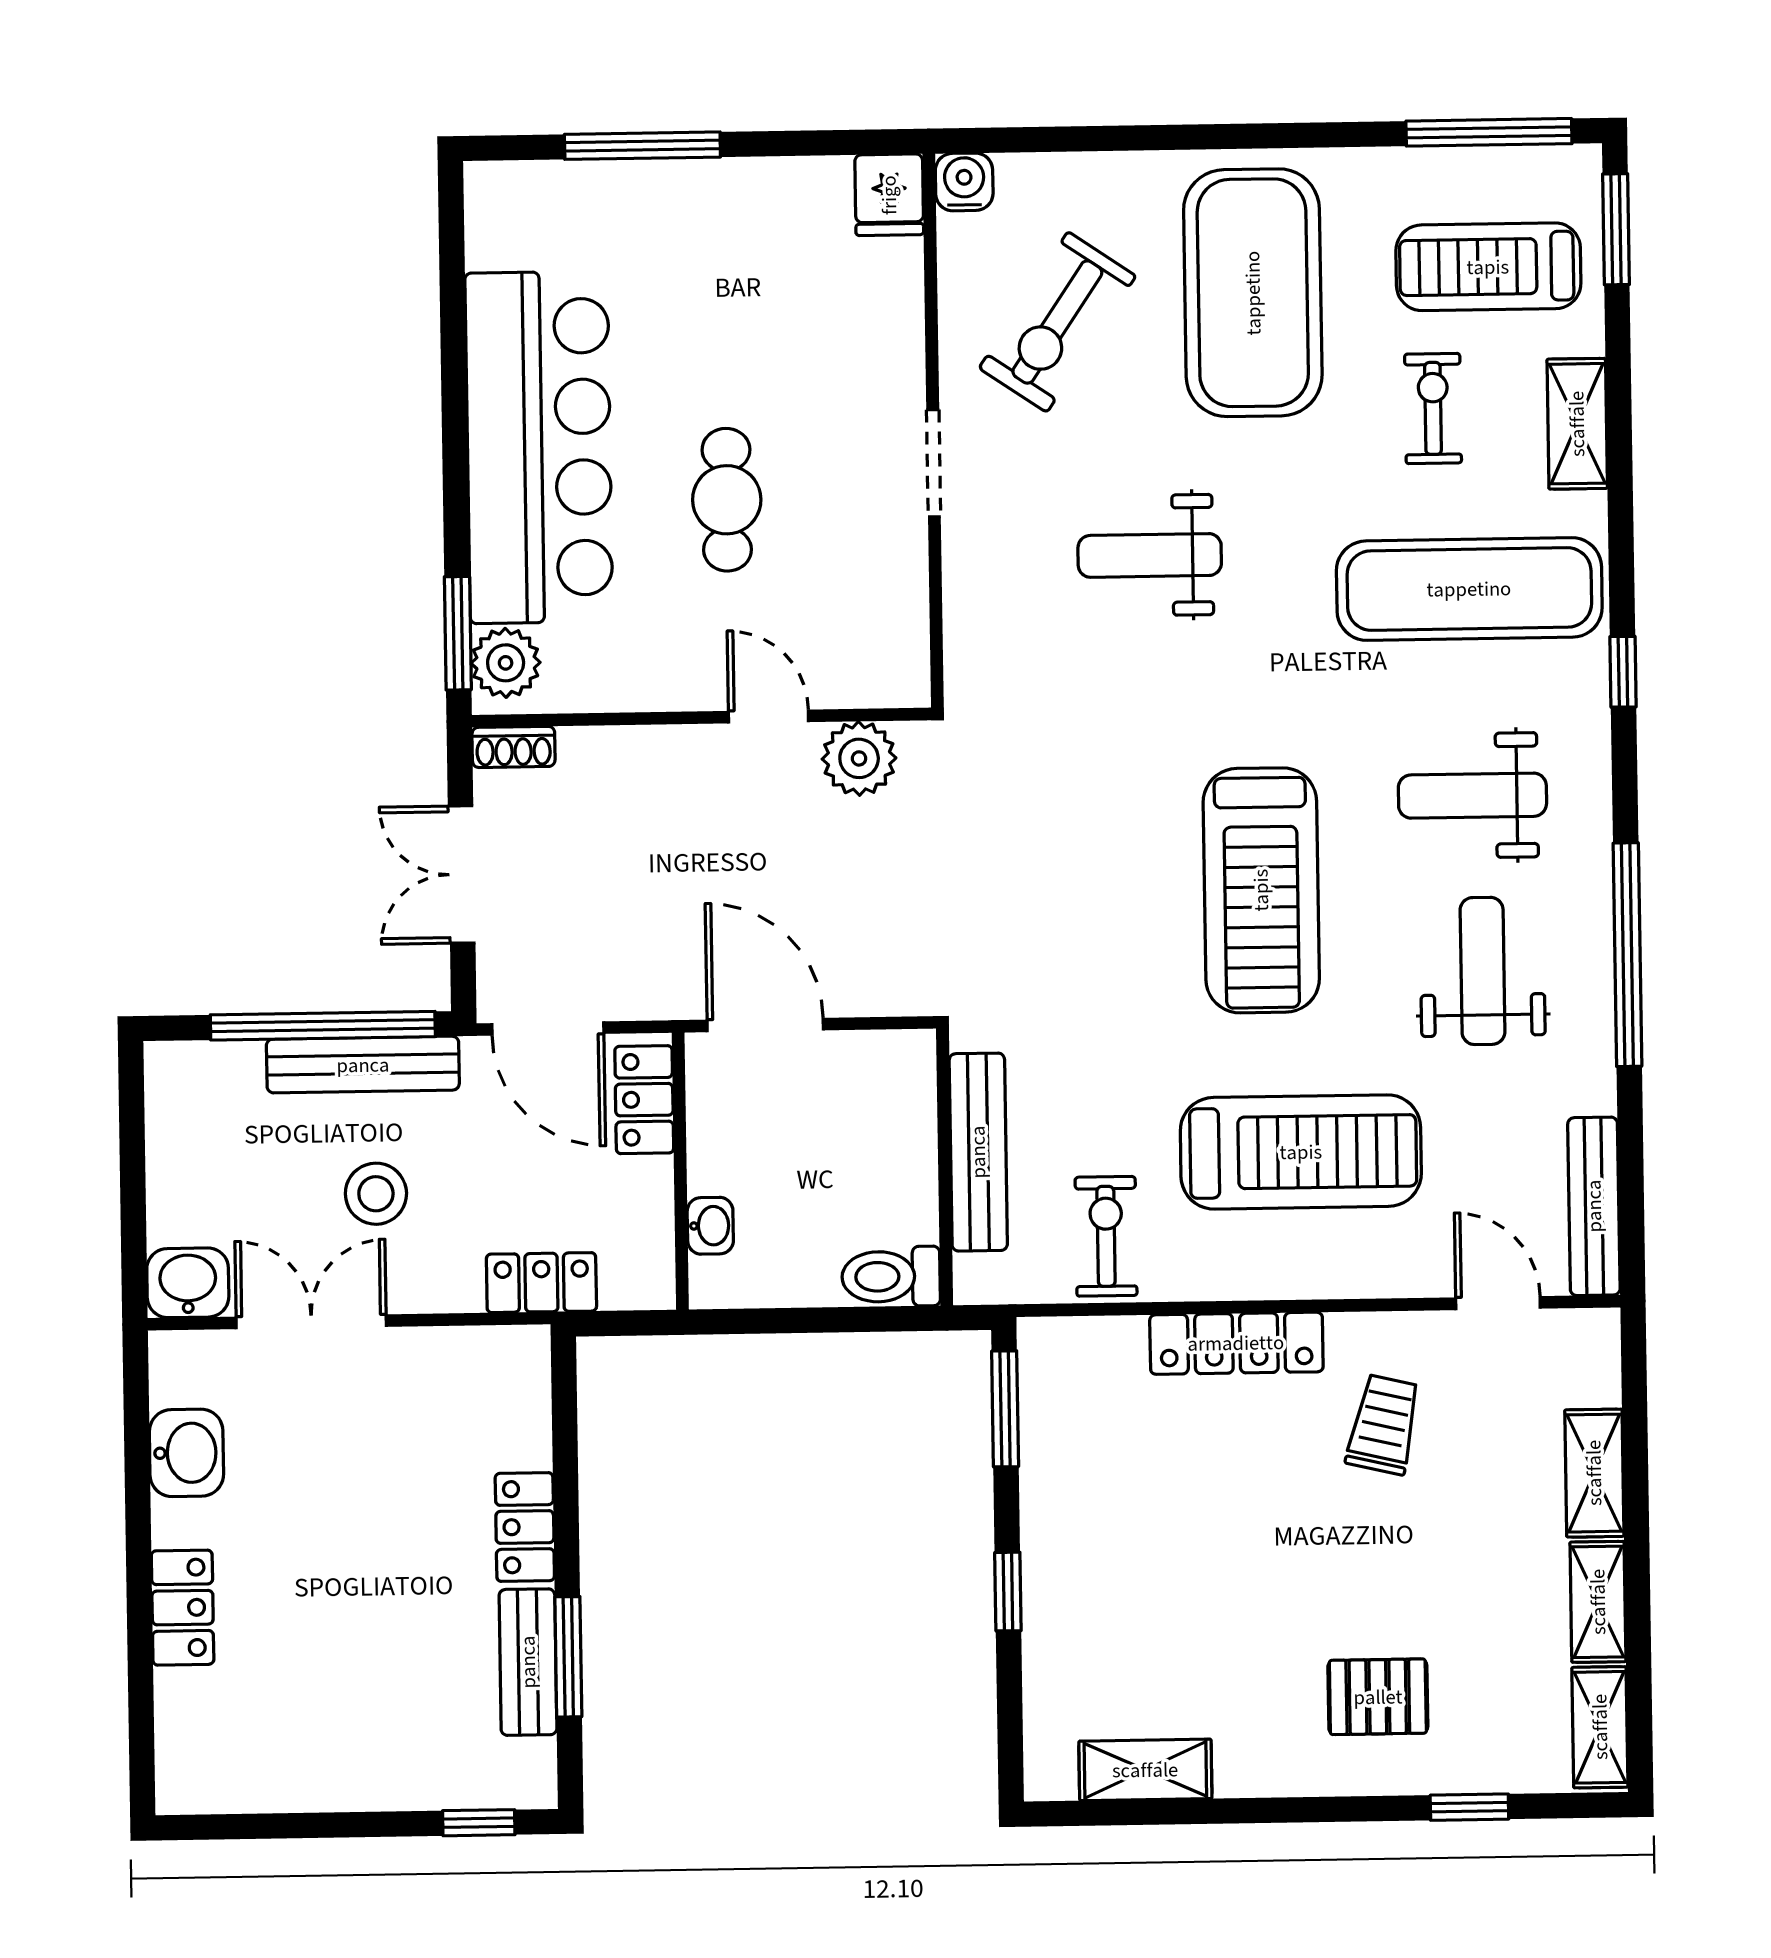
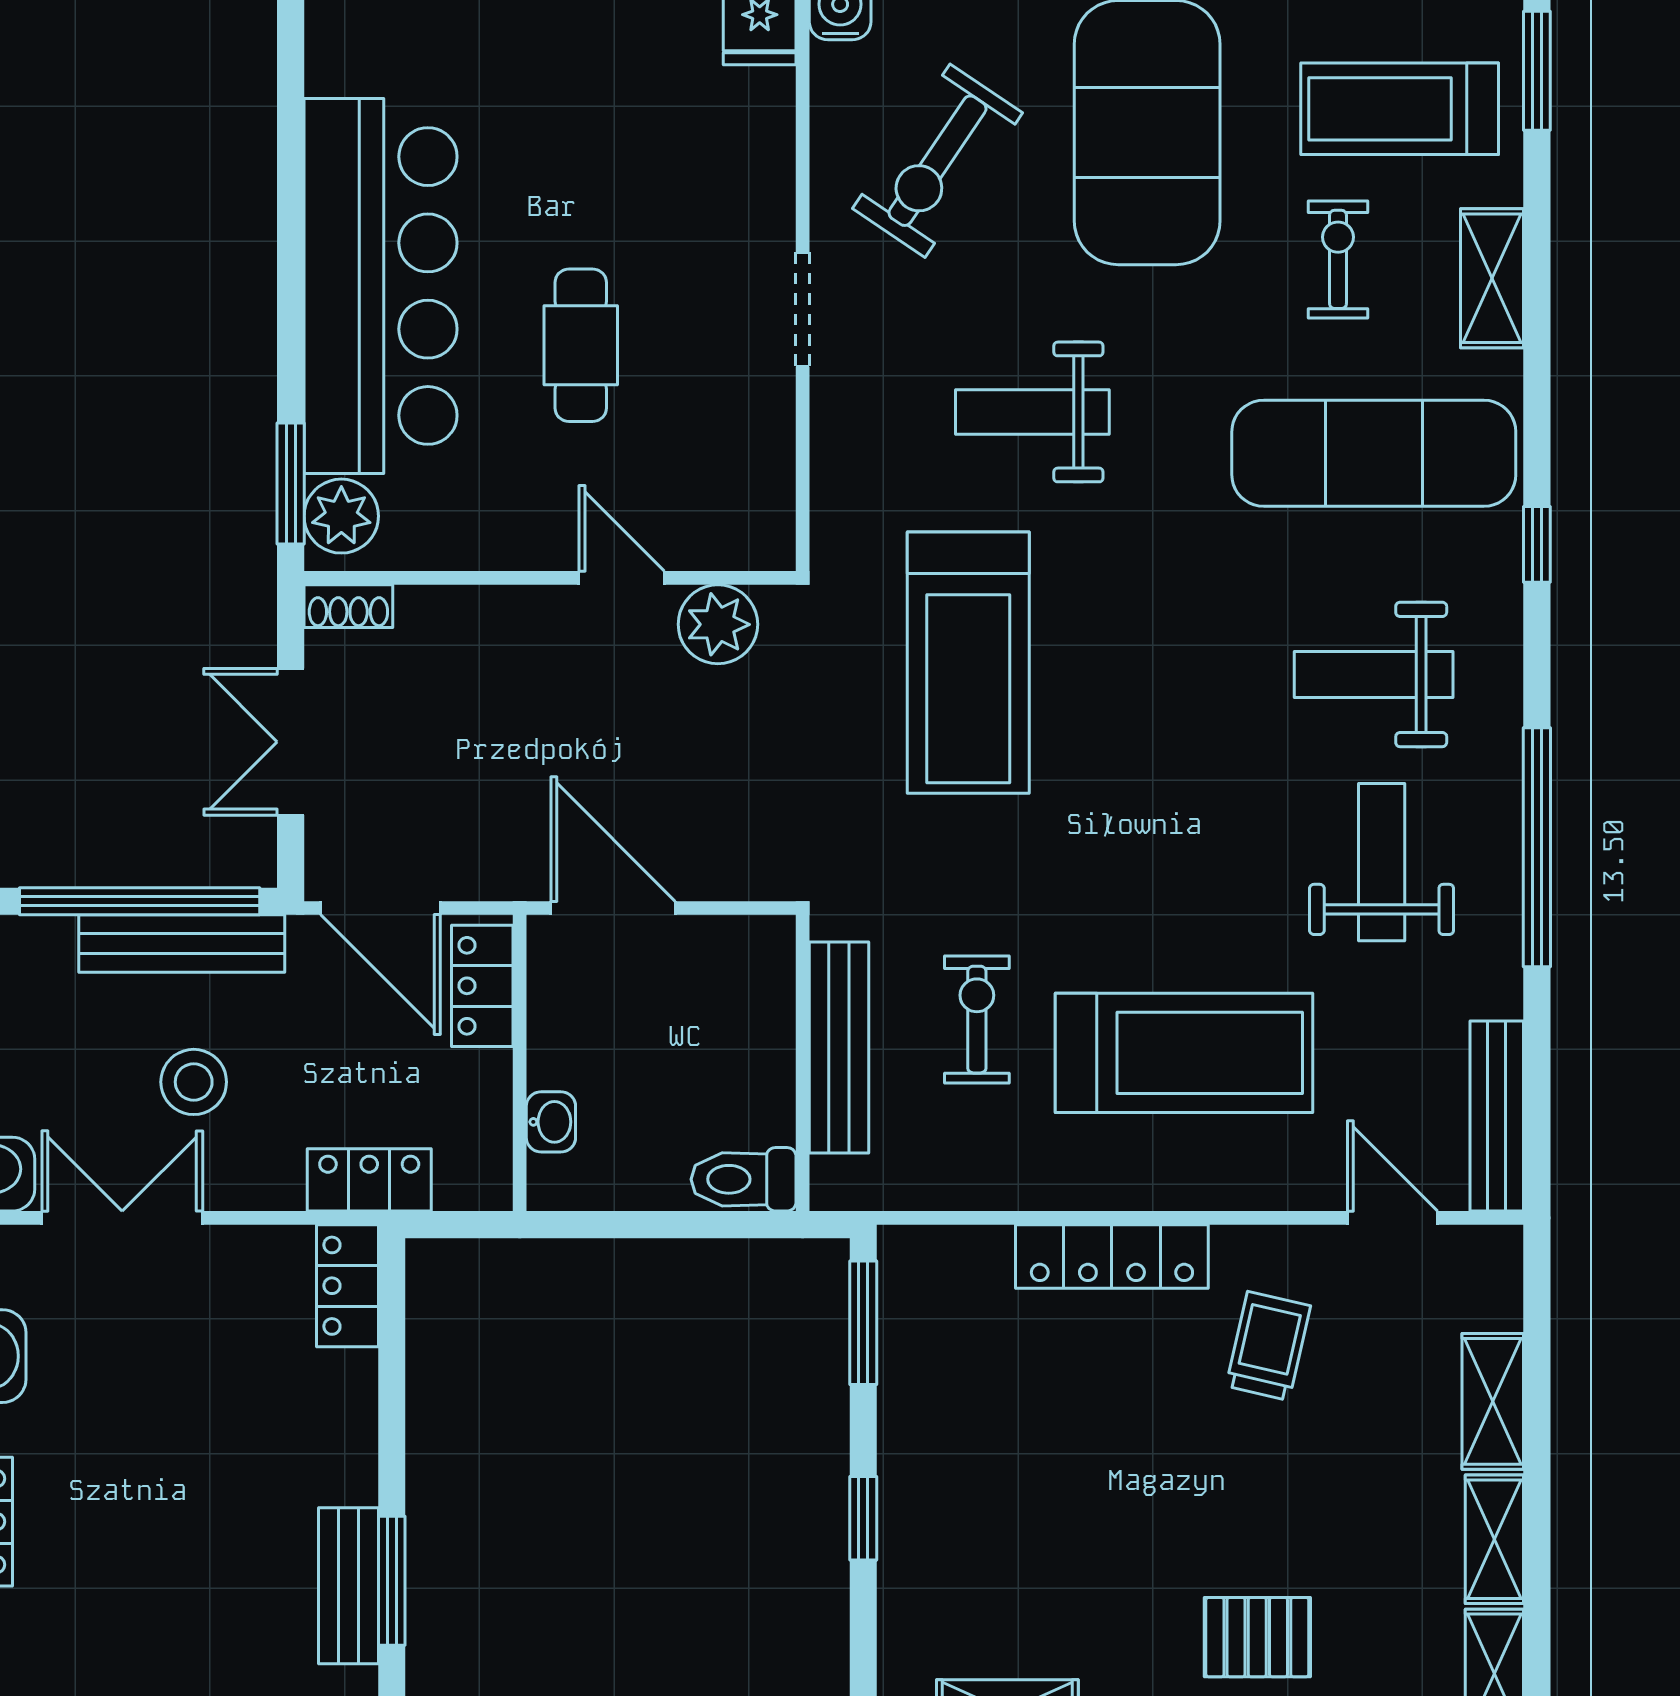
treadmill: (1261, 890) -> (968, 663), moved
exercise bike: (1106, 1236) -> (977, 1020), moved
locker: (525, 1527) -> (347, 1286), moved

